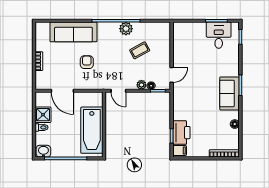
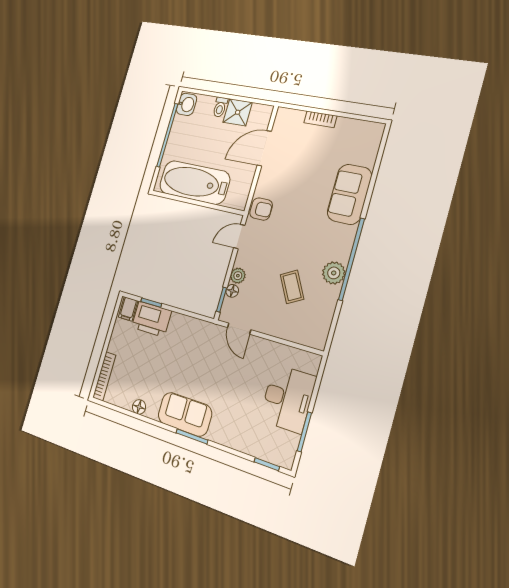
sofa: (73, 32) -> (349, 194), width x0.73
desk: (219, 35) -> (288, 399), moved, width x1.37
armchair: (87, 62) -> (261, 209), moved

